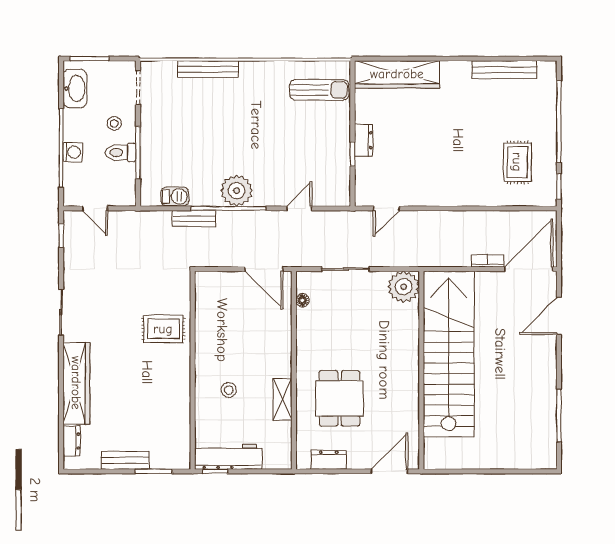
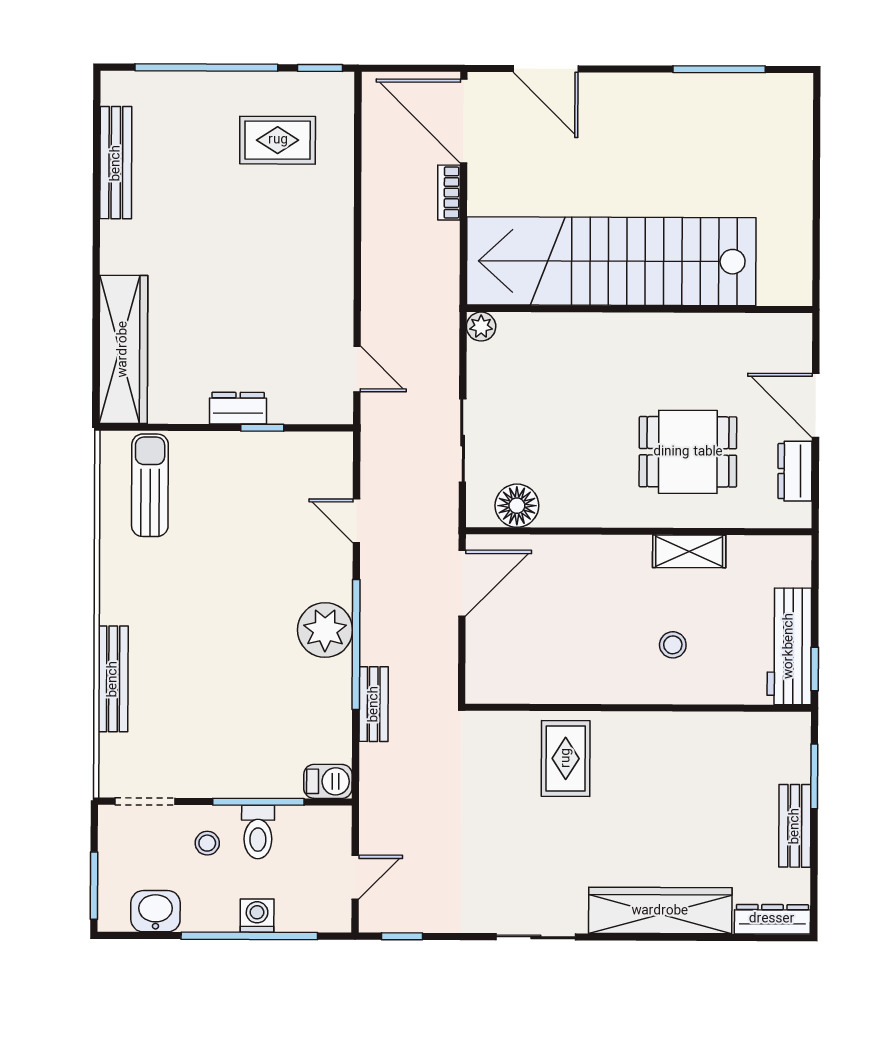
washbasin: (75, 88) -> (155, 911), width x0.72
barbecue: (175, 197) -> (328, 781), moved, turned 90
plant: (404, 287) -> (481, 327), width x0.53, depth x0.53
floor lamp: (302, 300) -> (517, 506), width x1.89, depth x1.89
dresser: (72, 441) -> (772, 919), width x1.44
door: (389, 471) -> (816, 405), moved

